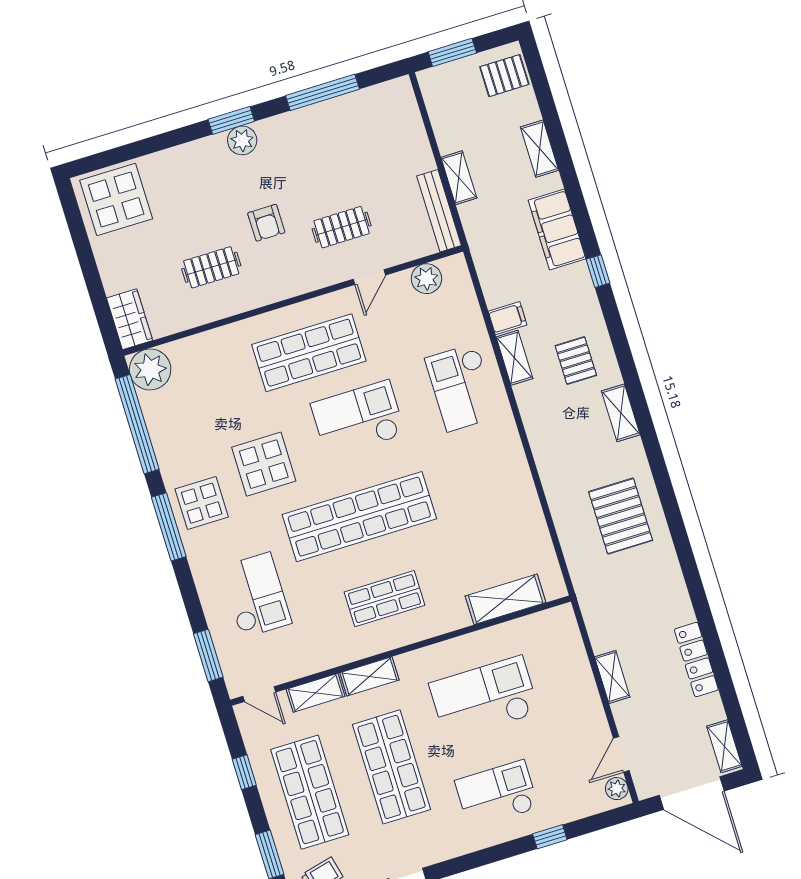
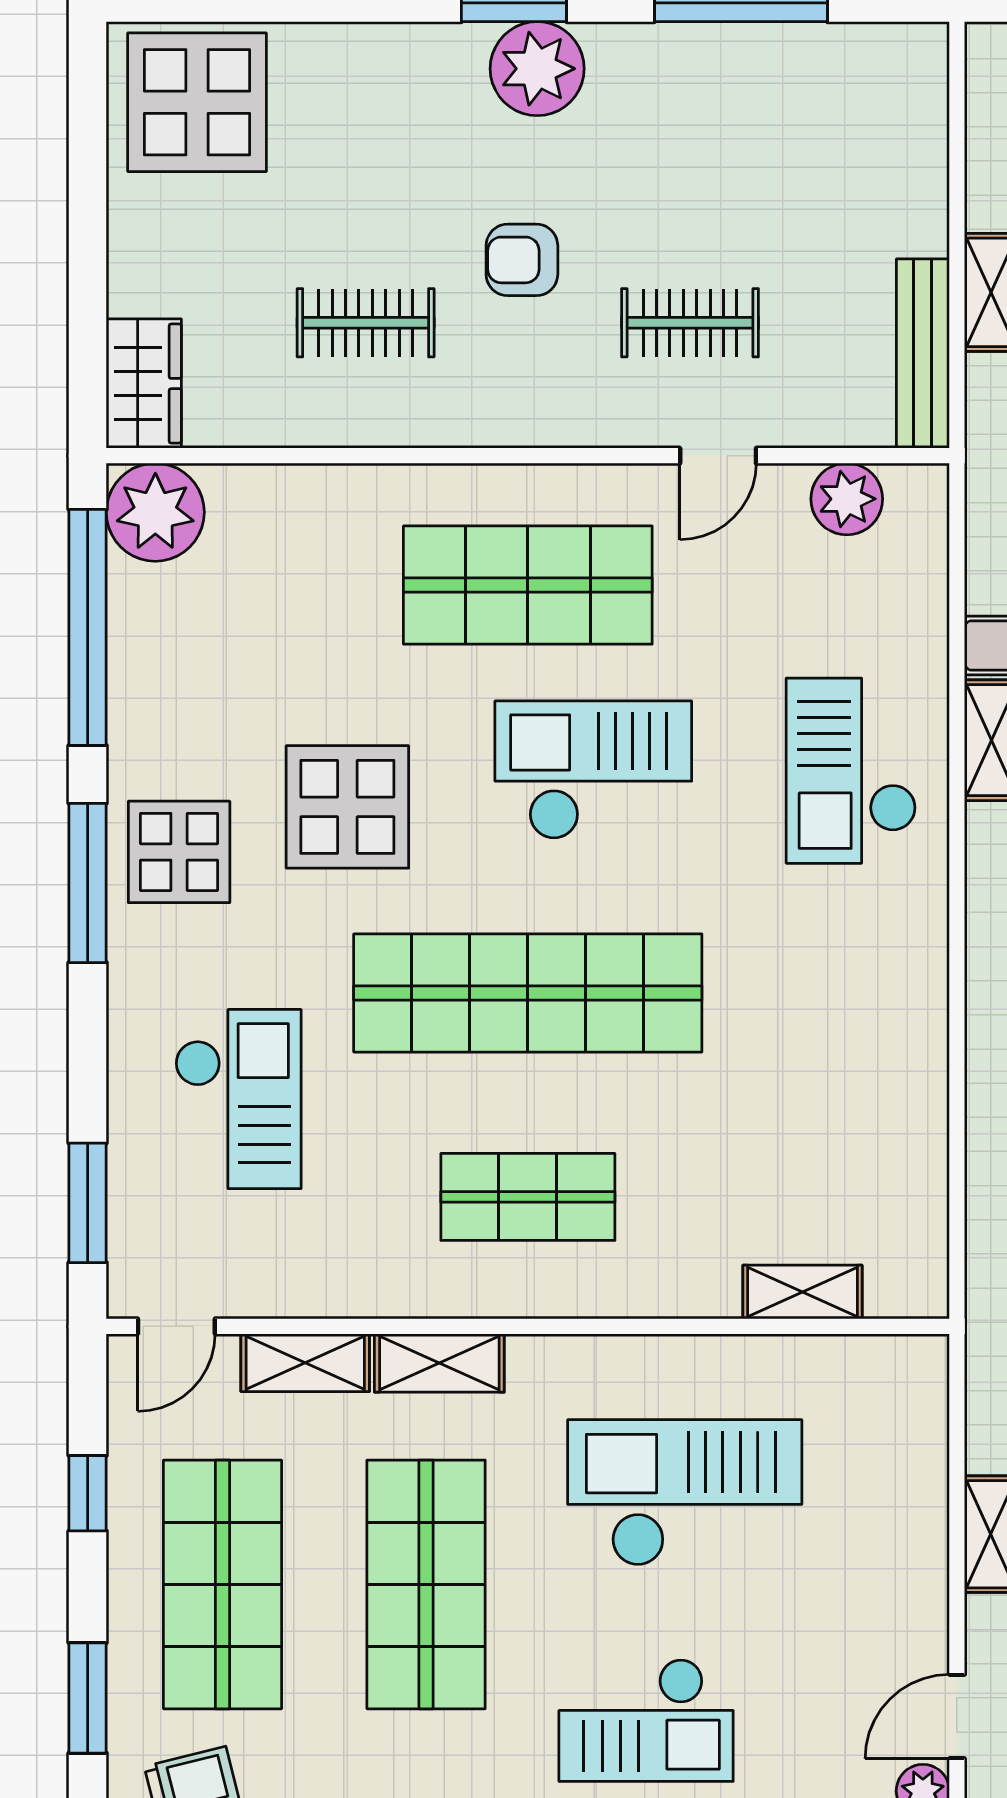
plant: (242, 140) -> (537, 69), width x1.36, depth x1.36
armchair: (266, 223) -> (522, 260), turned 90
shelving: (506, 599) -> (802, 1292), width x0.67, depth x0.75
door: (259, 694) -> (176, 1326), hinge flipped
checkout: (497, 794) -> (646, 1720), turned 180

